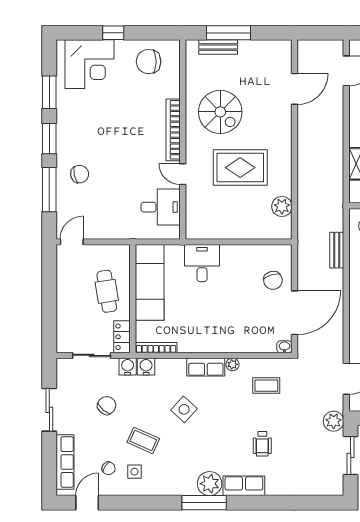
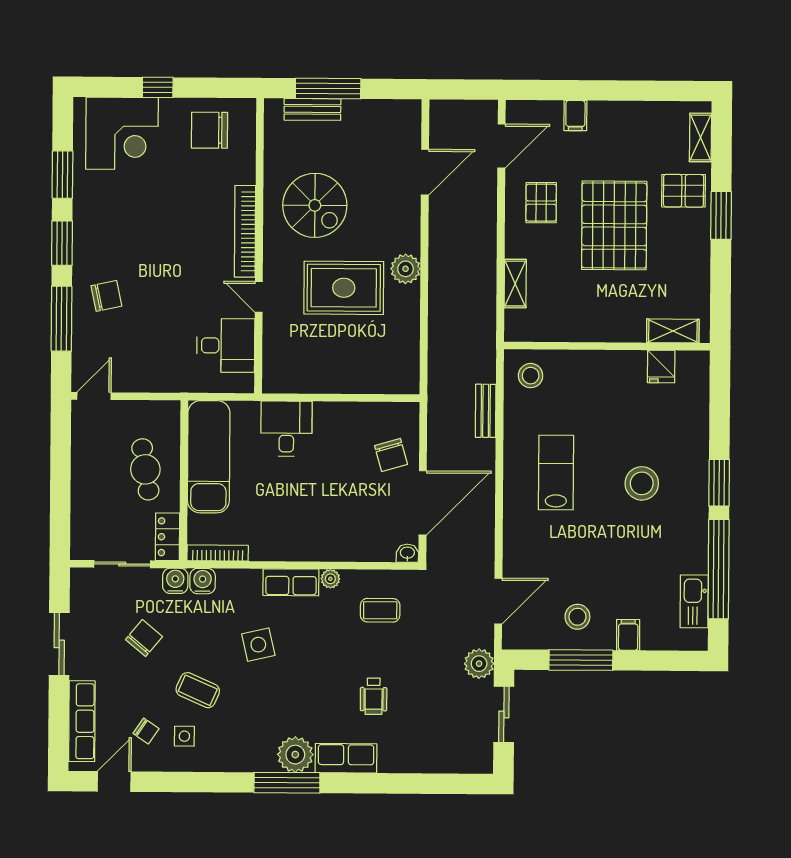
plant: (282, 206) -> (406, 269), moved
side table: (184, 409) -> (258, 645), turned 35

